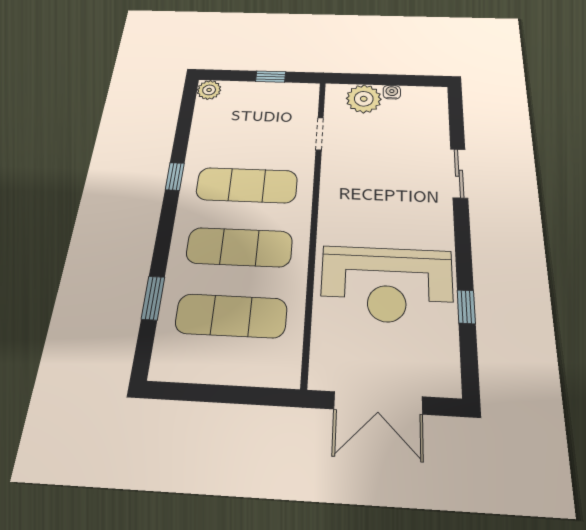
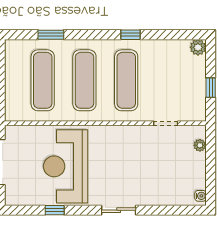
water cooler: (392, 92) -> (200, 196), moved
plant: (364, 99) -> (200, 145), width x0.53, depth x0.53
sliding door: (459, 173) -> (119, 210), moved

